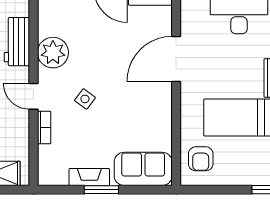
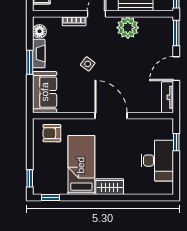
door: (176, 59) -> (111, 116), moved
side table: (85, 99) -> (88, 64), moved
floor lamp: (58, 176) -> (39, 31), added

